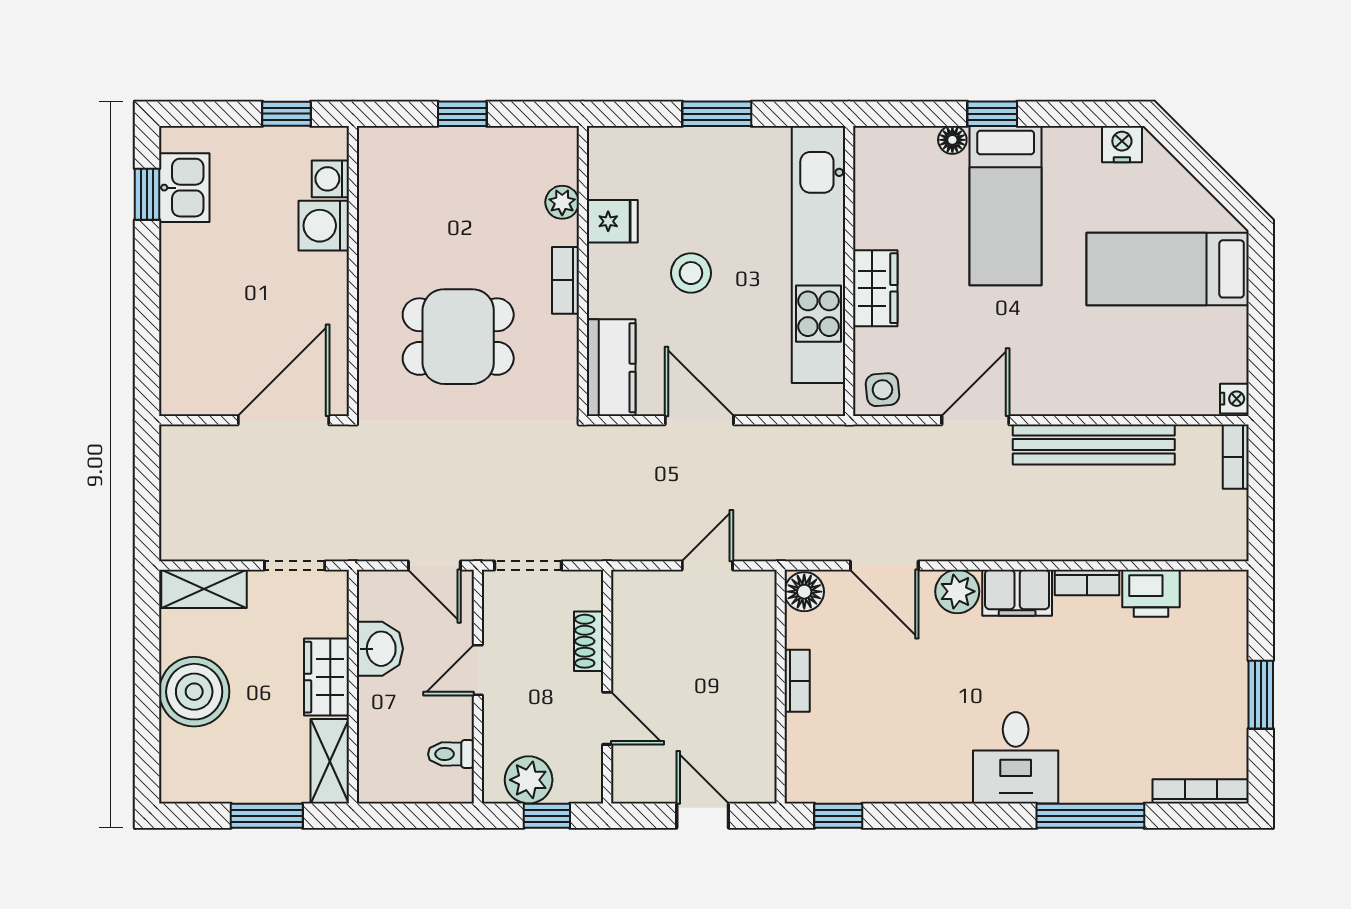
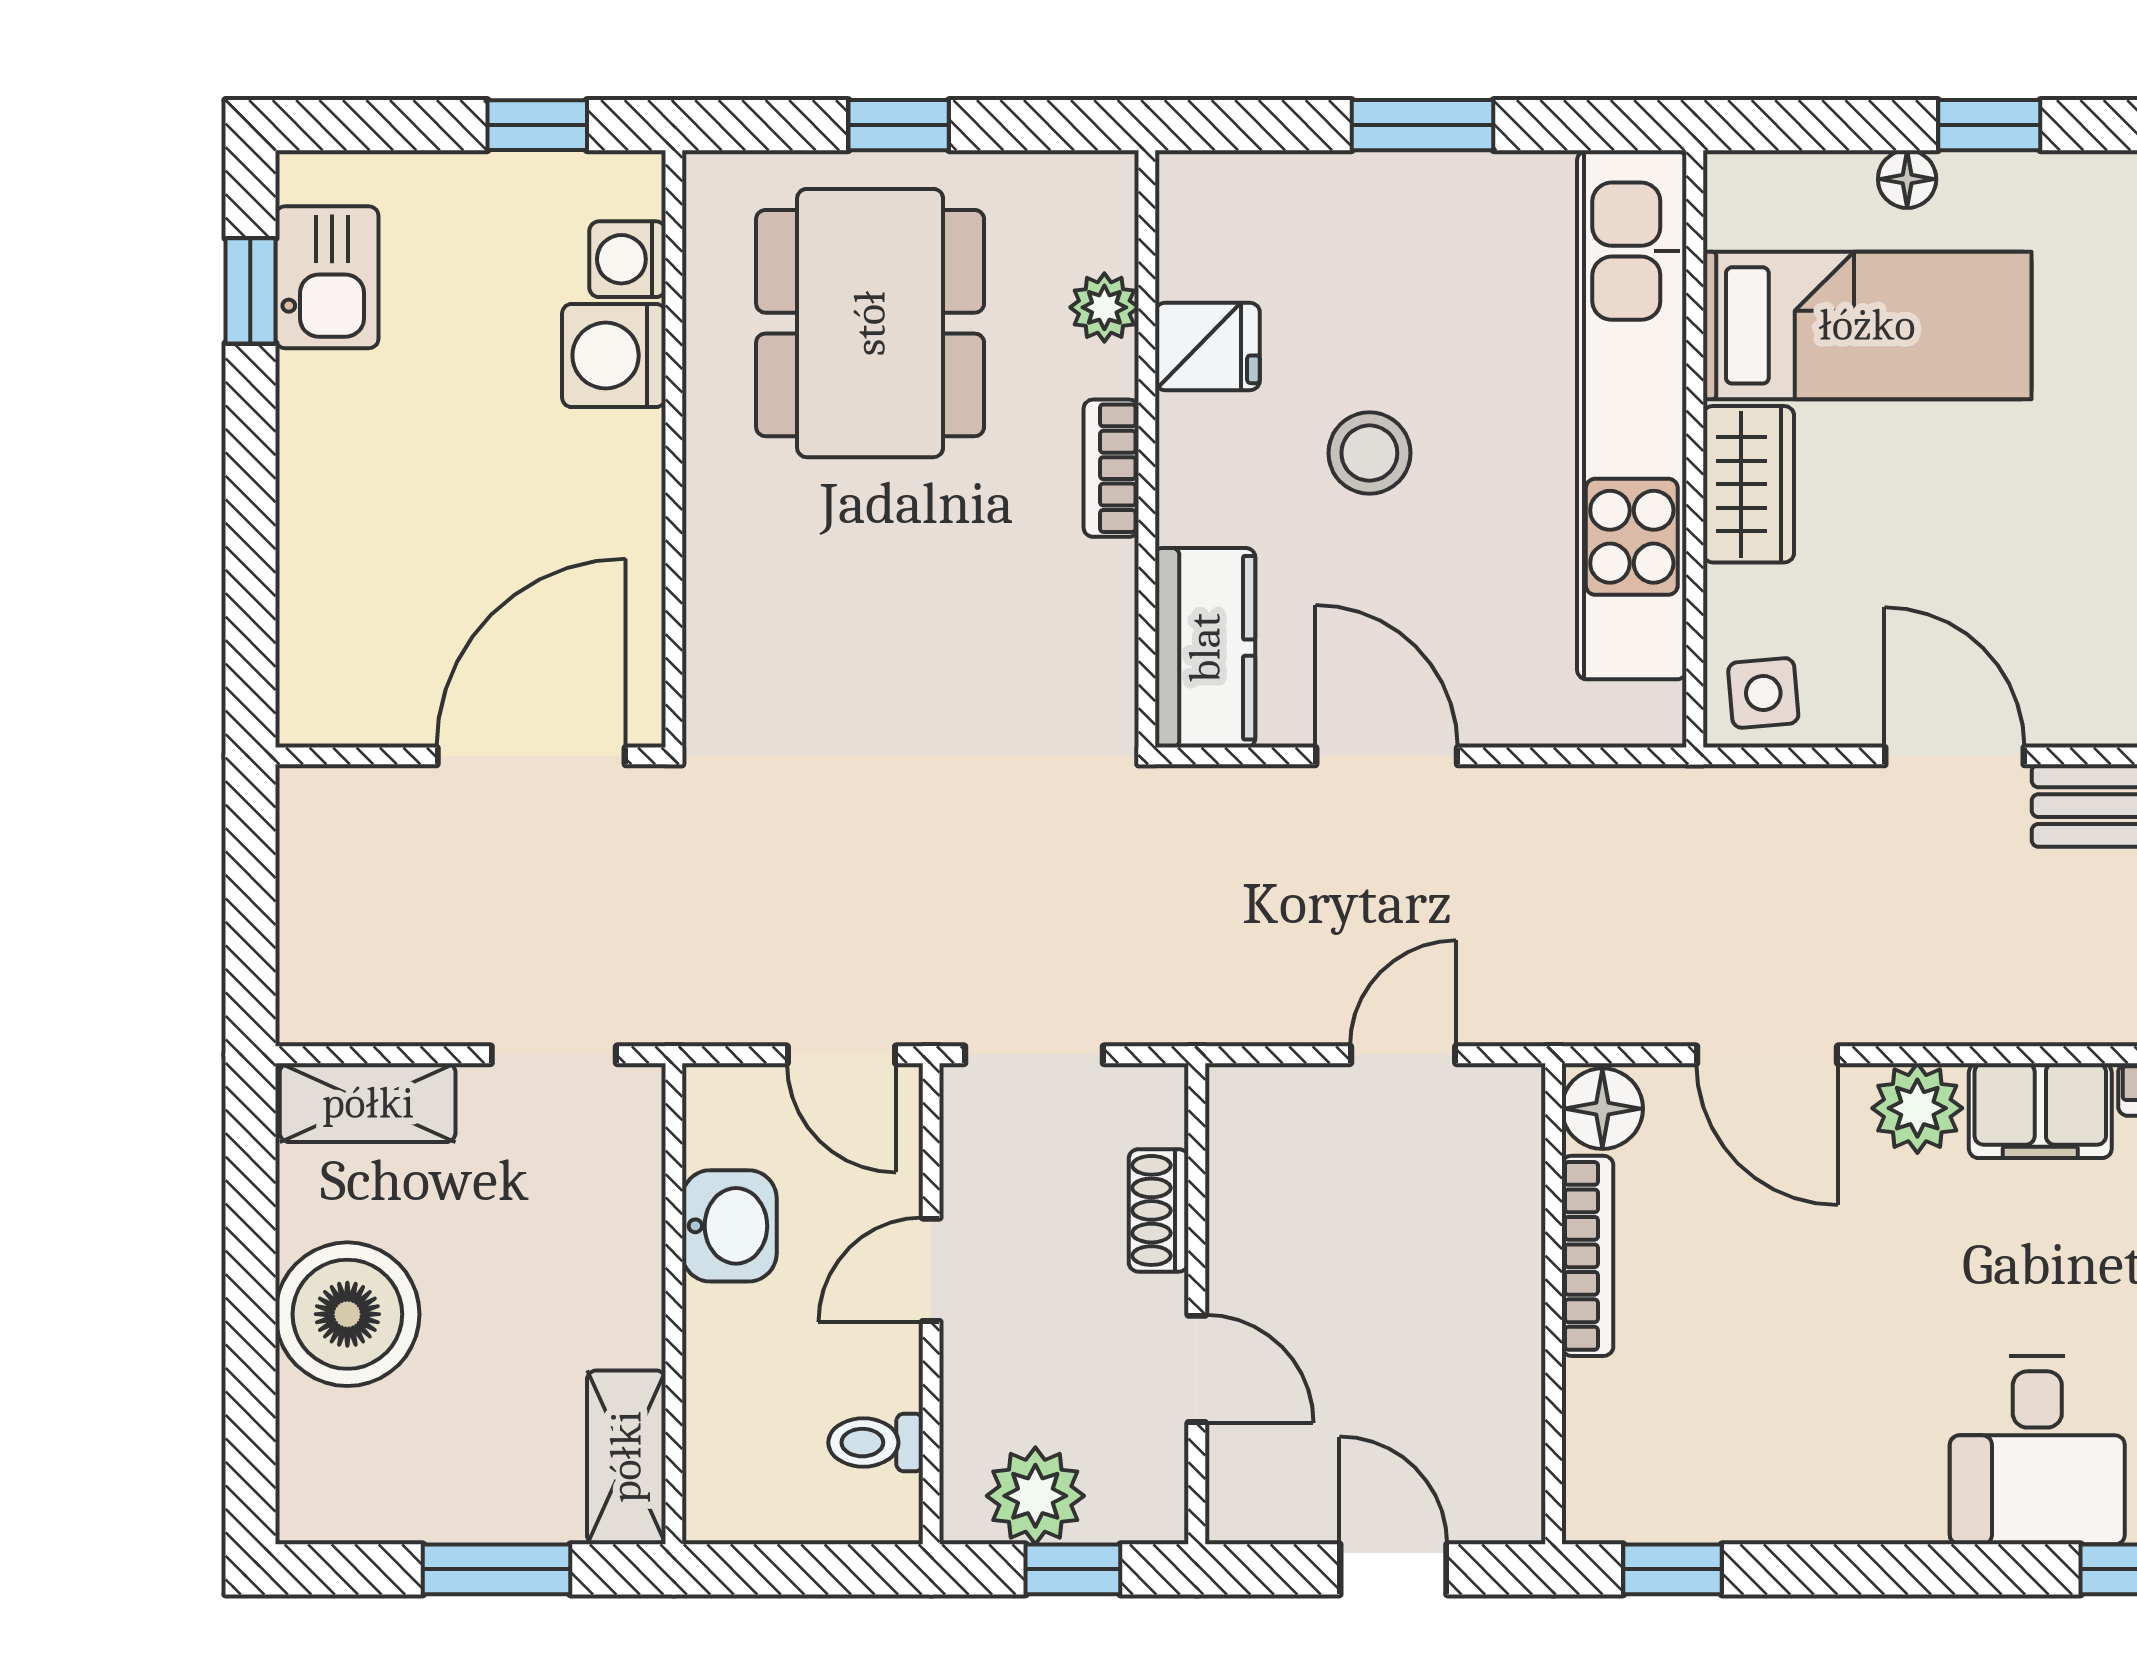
bed: (1006, 206) -> (1867, 325), moved, turned -90
dining table: (458, 337) -> (870, 323), moved, width x1.38
door: (975, 420) -> (1954, 756), hinge flipped
wardrobe: (326, 677) -> (619, 1284), removed
bookcase: (797, 681) -> (1588, 1256), width x1.56

